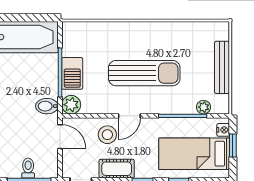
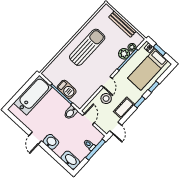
sun lounger: (144, 73) -> (87, 47), moved
plant: (71, 105) -> (124, 54), moved
door: (60, 137) -> (88, 119), hinge flipped

